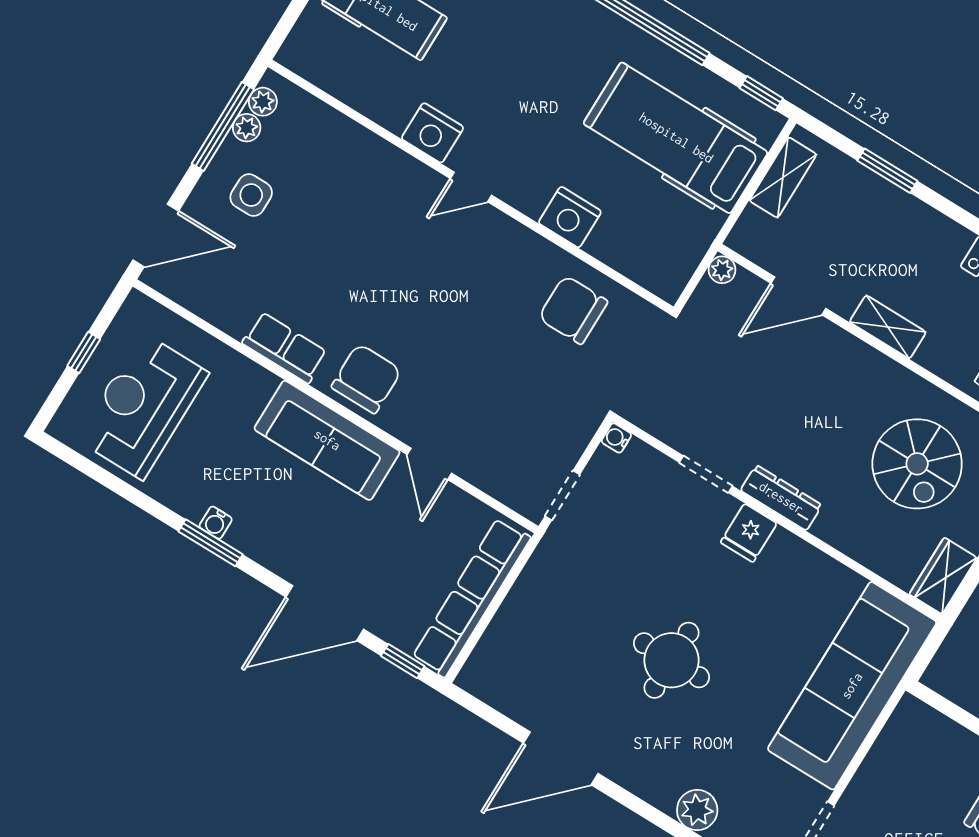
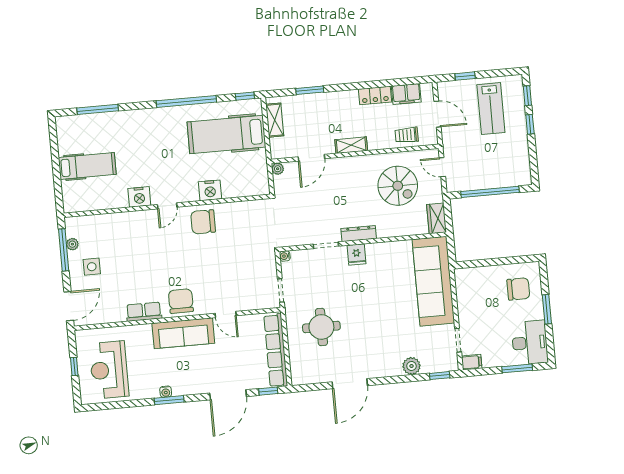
plant: (263, 102) -> (71, 231), removed
chair: (573, 310) -> (203, 222), moved
round table: (671, 660) -> (321, 327), moved

